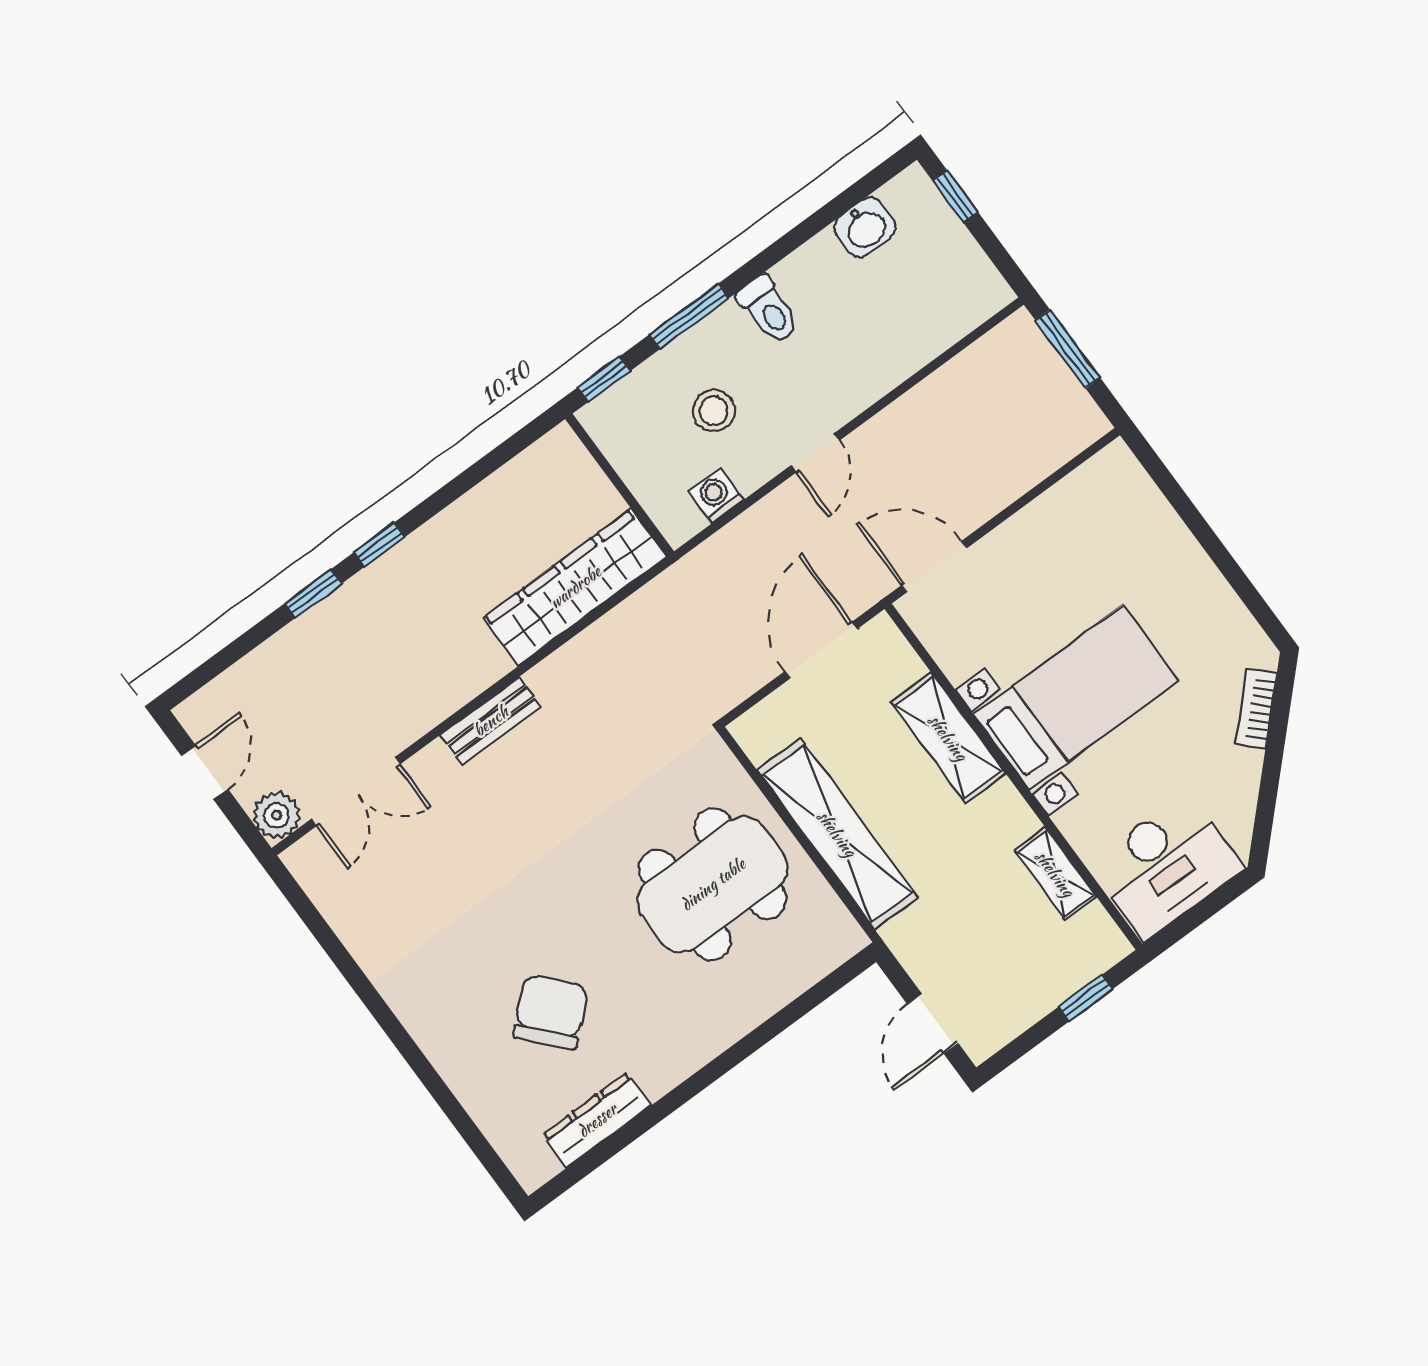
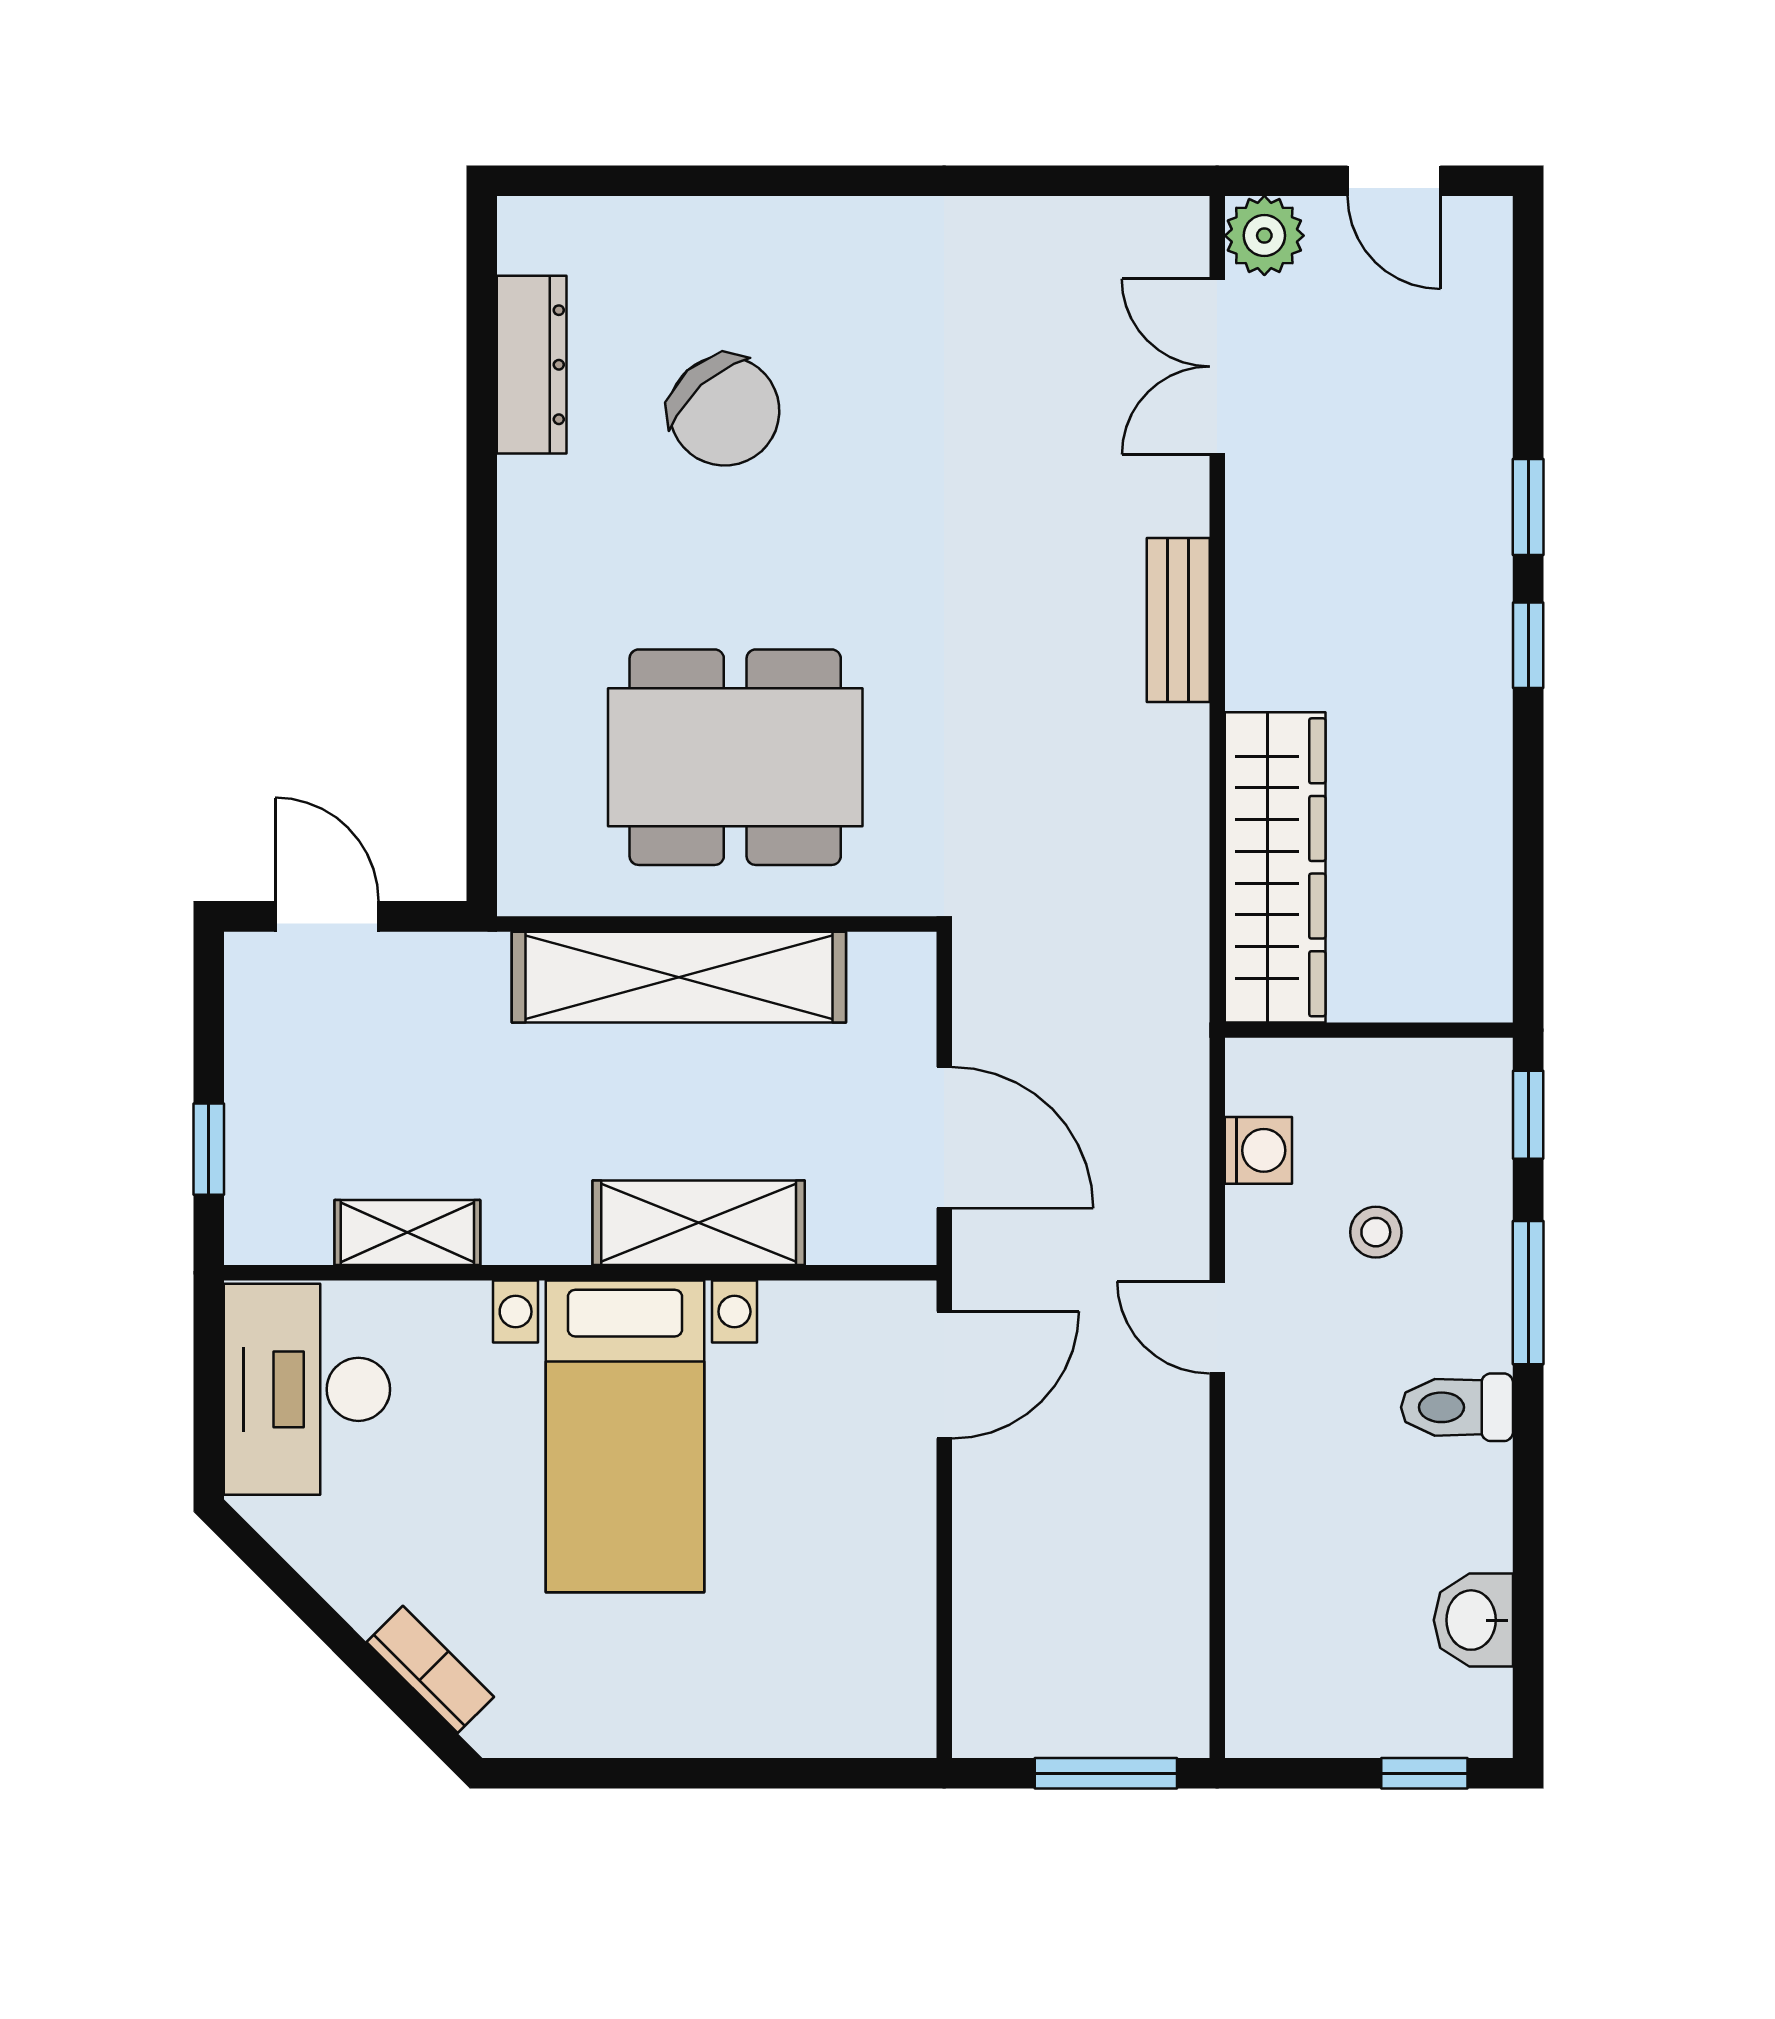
stool: (714, 411) -> (1376, 1232), width x0.73, depth x0.73
dining table: (713, 884) -> (735, 757), turned 90

